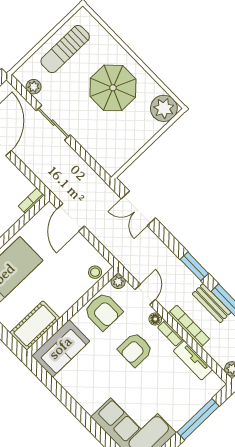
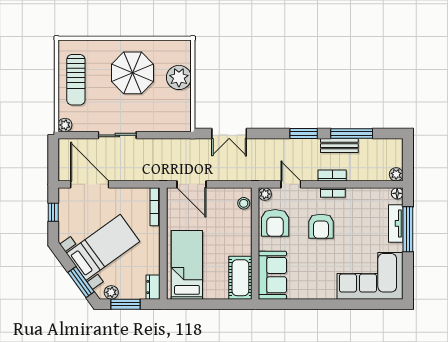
plant: (34, 87) -> (65, 125), moved
plant: (164, 108) -> (179, 77), moved
bookcase: (31, 201) -> (155, 207), width x1.56
armchair: (103, 311) -> (275, 223), turned 90
floor lamp: (155, 319) -> (397, 193), moved
bookcase: (189, 326) -> (332, 175), width x0.64
tv unit: (193, 360) -> (396, 223), moved, turned 90

